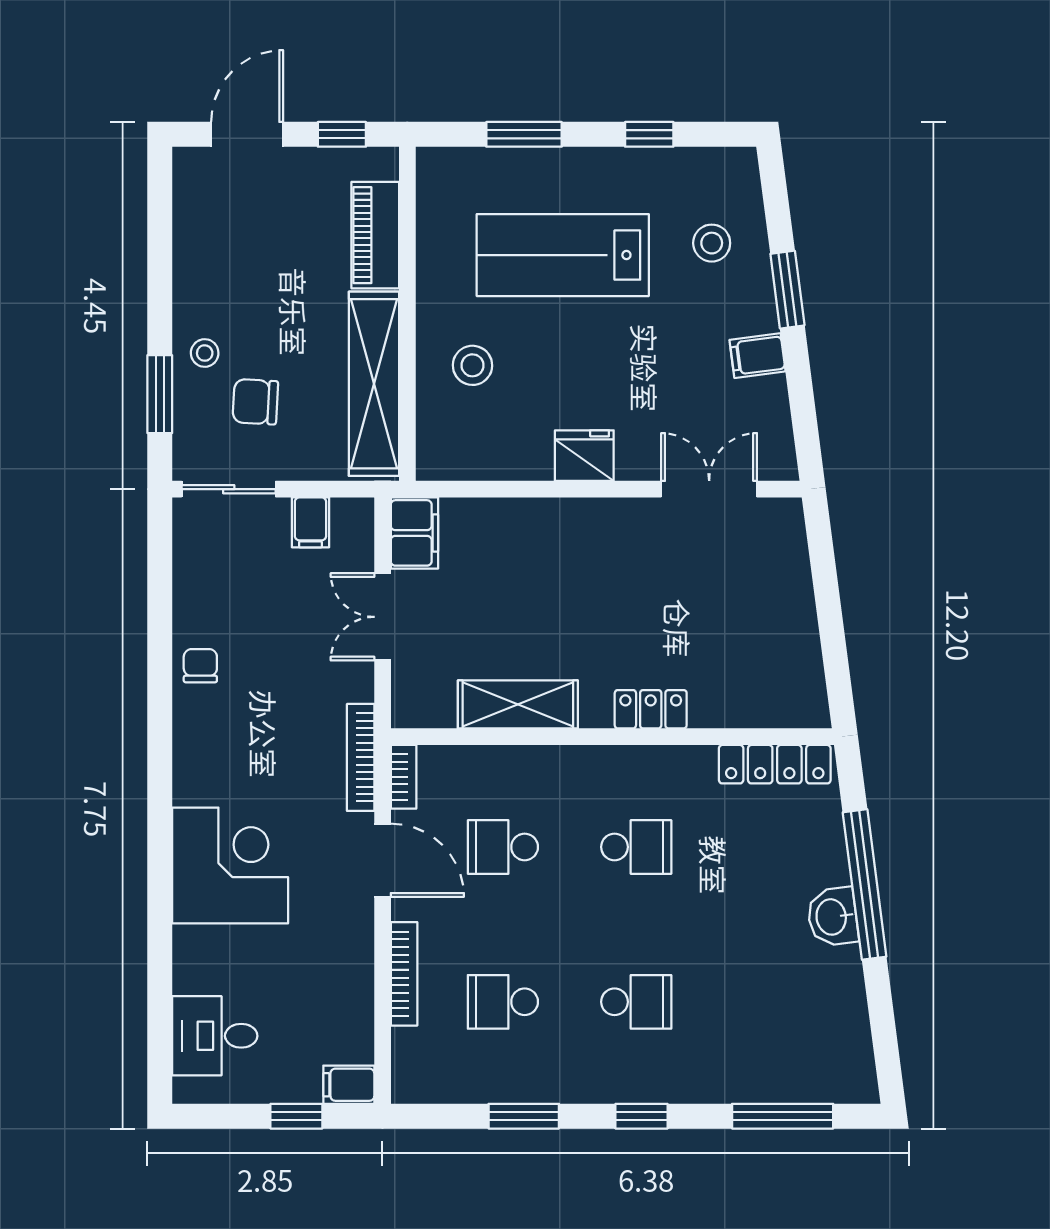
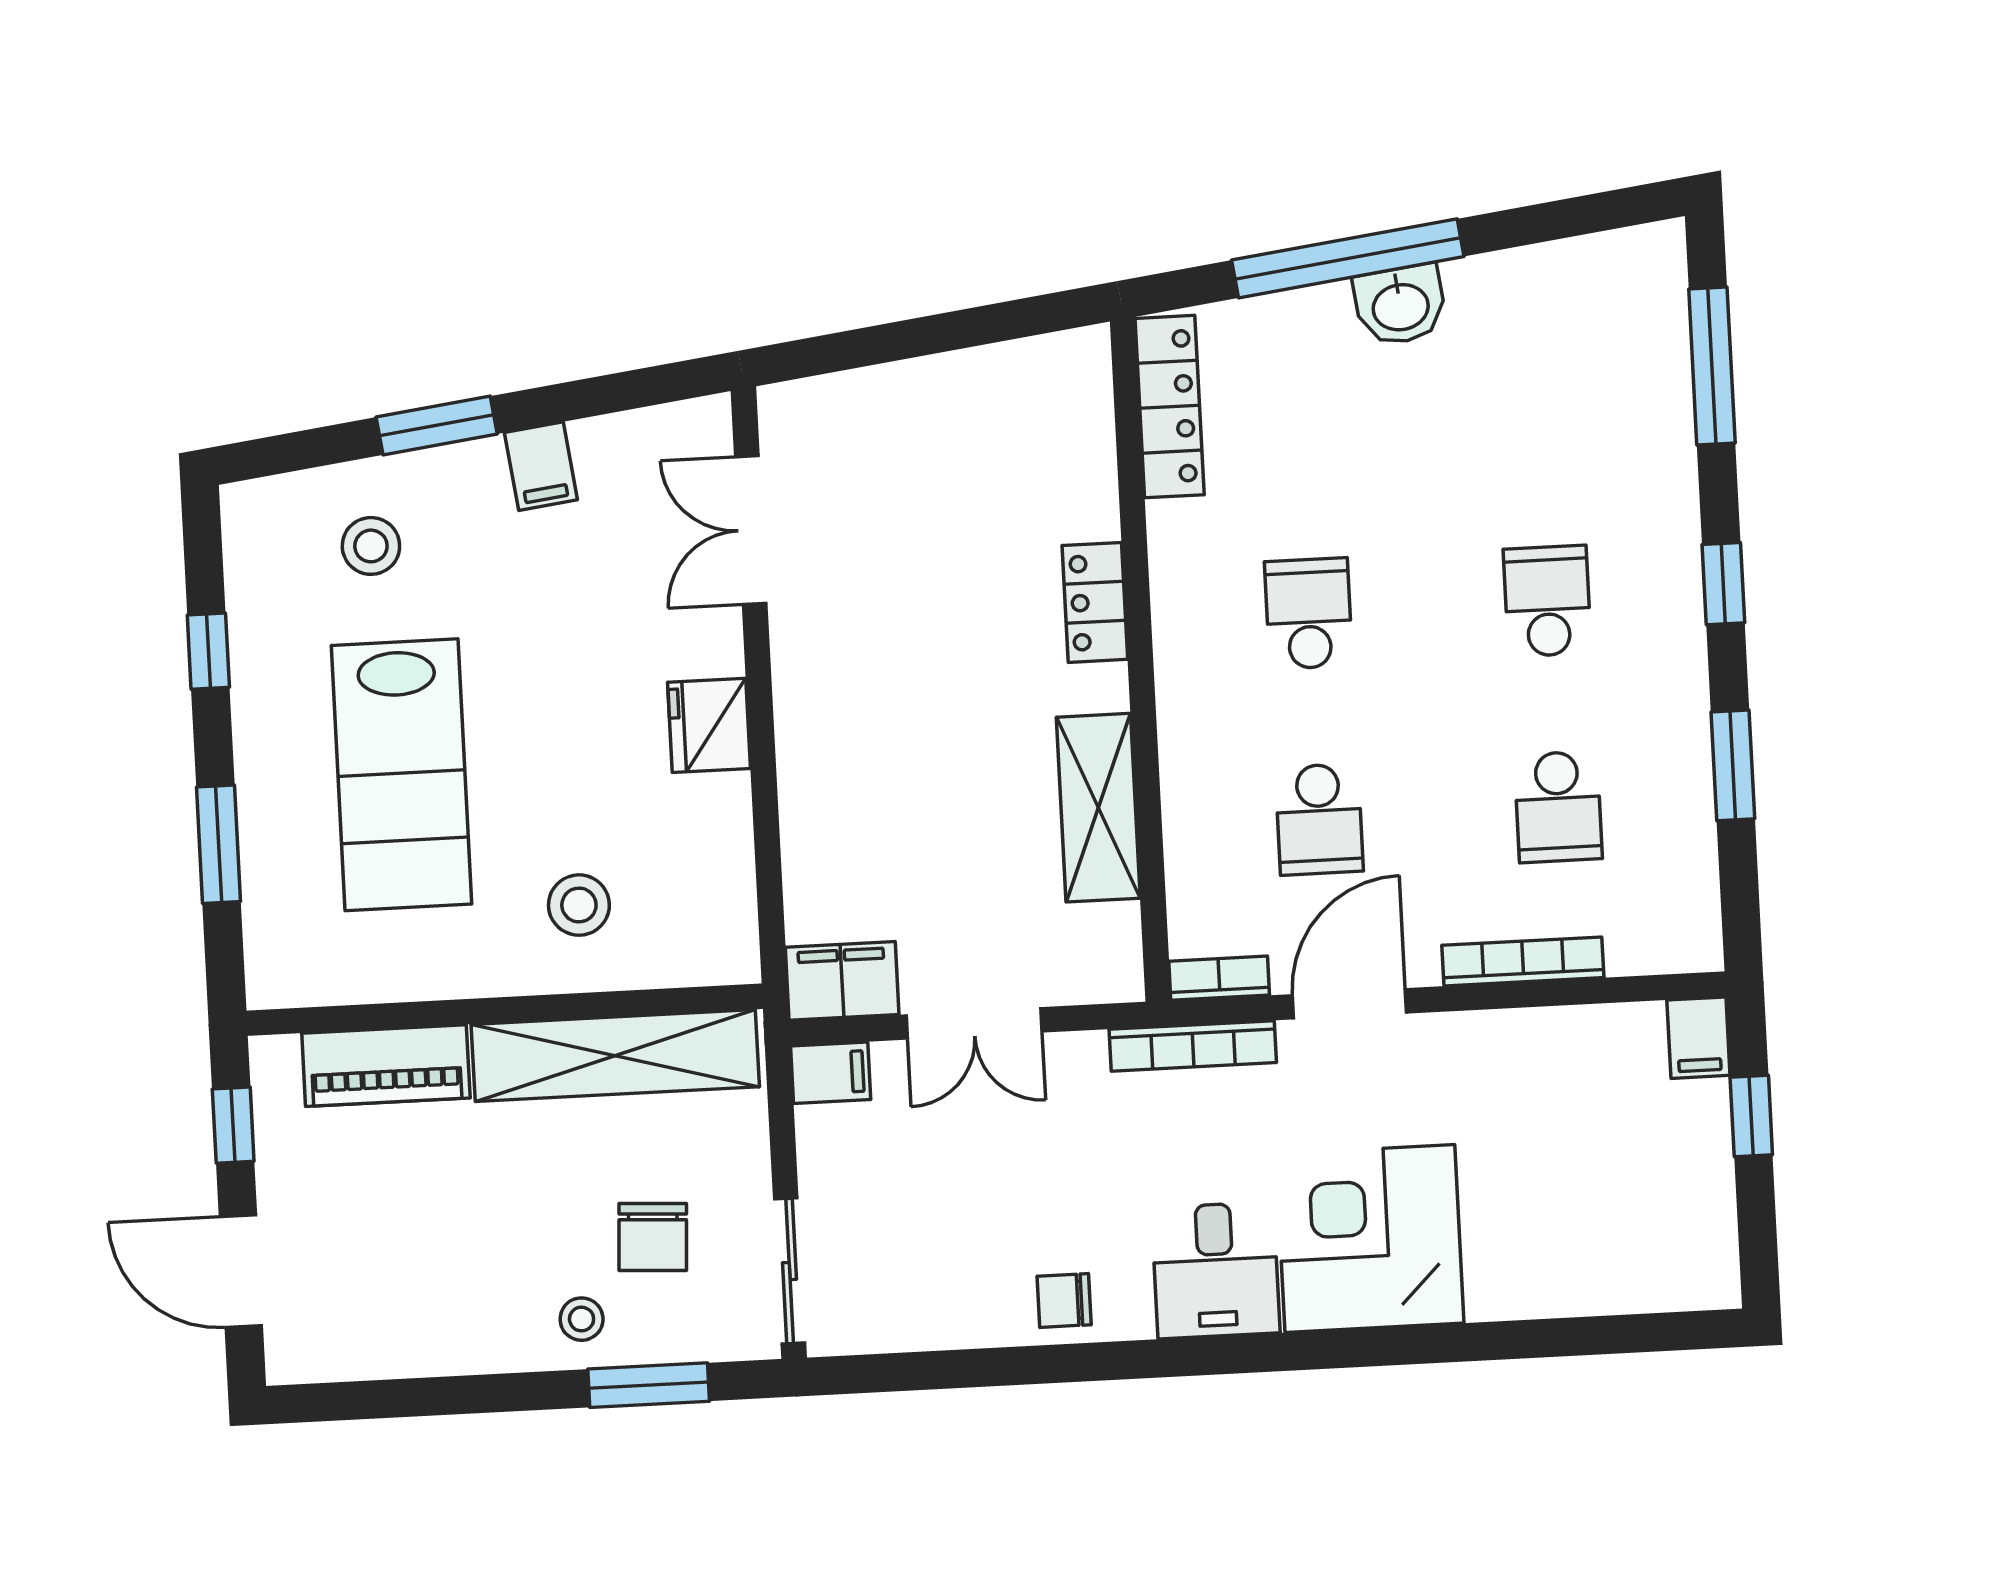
filing cabinet: (310, 522) -> (831, 1073), moved
desk: (215, 1036) -> (1216, 1270), moved

